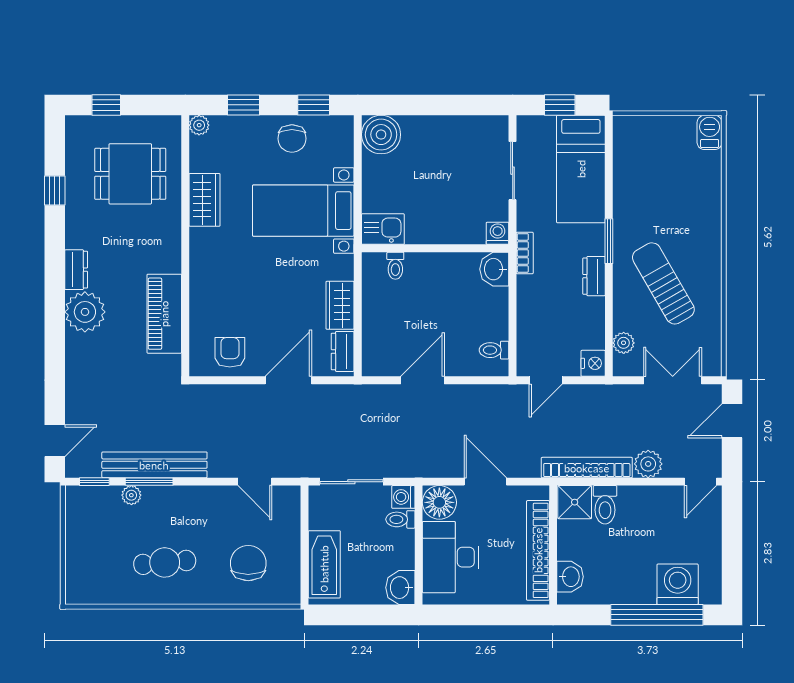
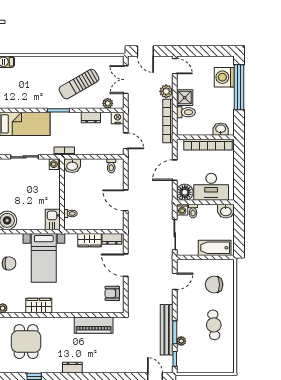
dresser: (594, 276) -> (91, 118), moved
plant: (85, 312) -> (93, 363), removed
shower: (575, 502) -> (185, 98), moved

